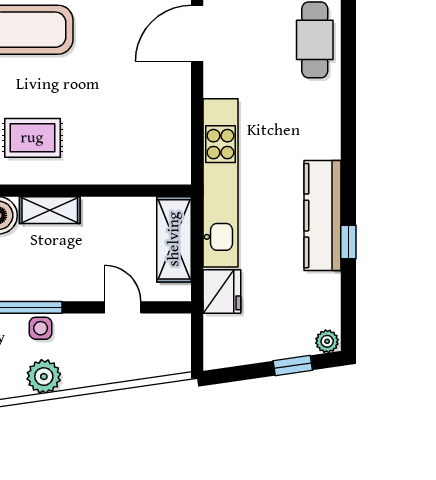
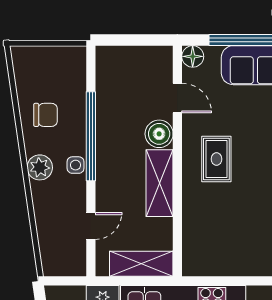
shelving: (50, 210) -> (160, 183), width x1.50, depth x1.33

